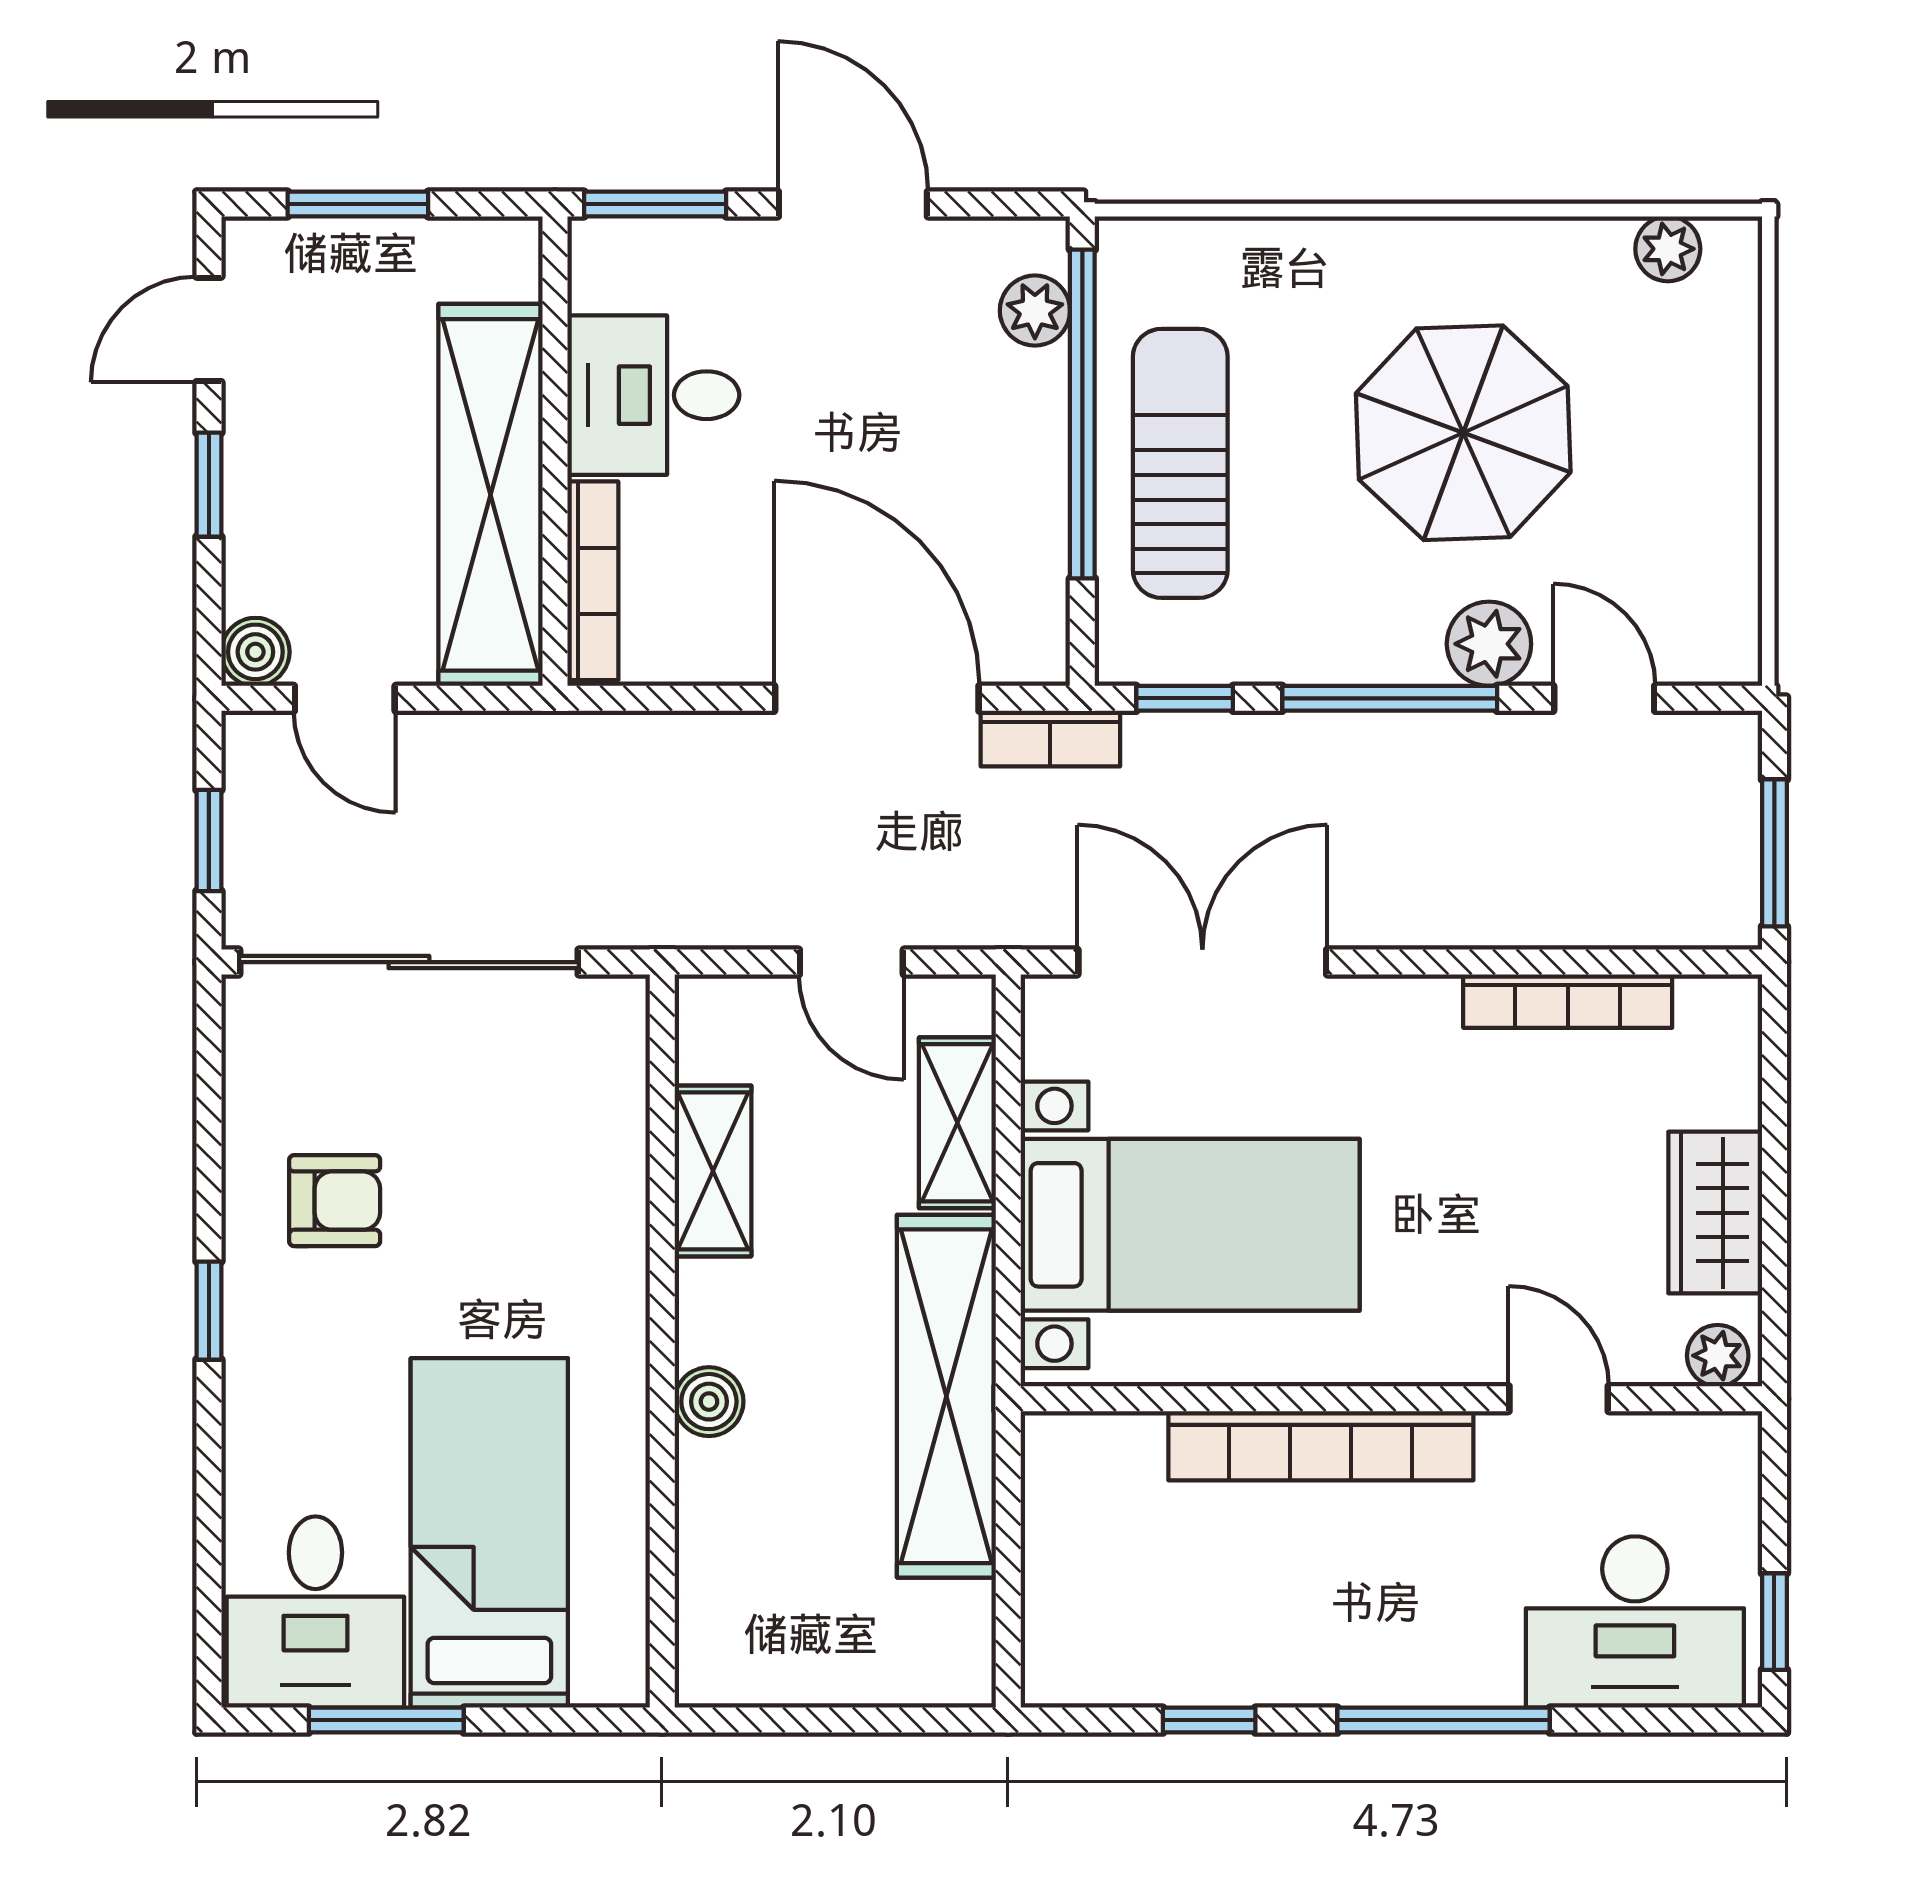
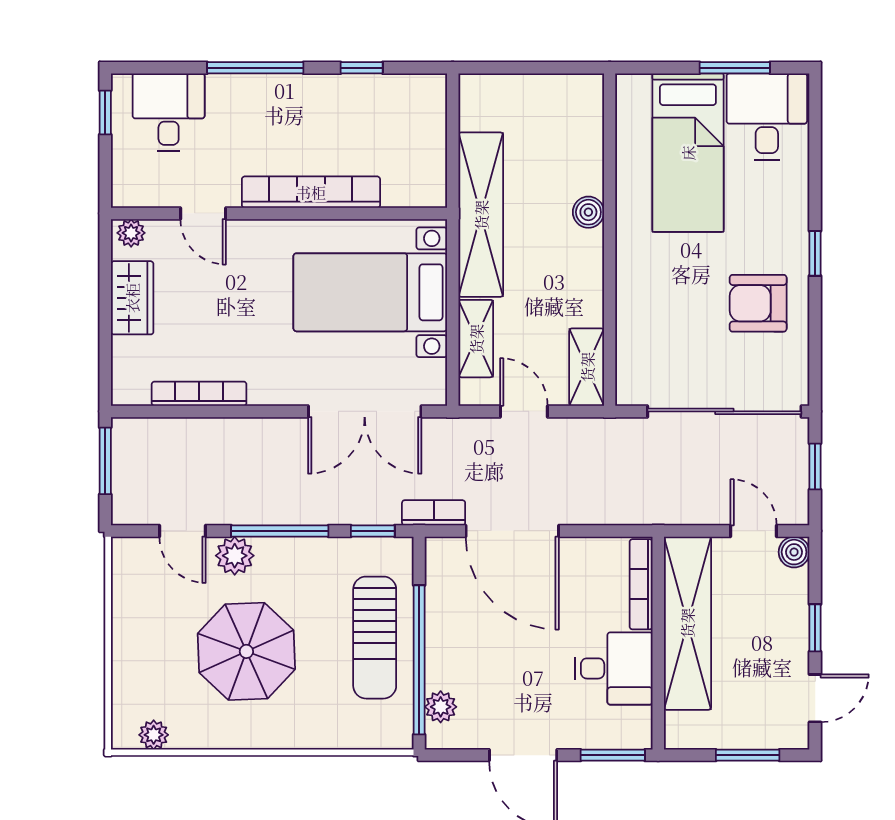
shelving: (713, 1171) -> (587, 367), moved
armchair: (335, 1201) -> (758, 303), width x1.38, depth x1.38
desk: (1635, 1622) -> (169, 112), width x0.73

